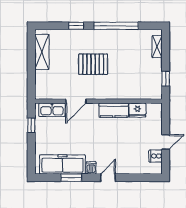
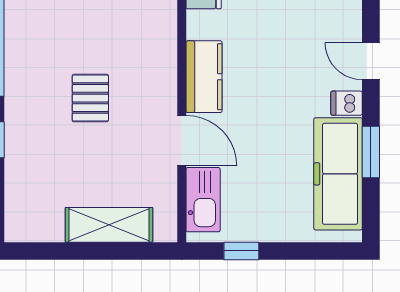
shelving: (42, 52) -> (109, 225), moved
pallet: (93, 64) -> (90, 98), width x0.67, depth x0.71
kitchen counter: (114, 110) -> (204, 77), moved

